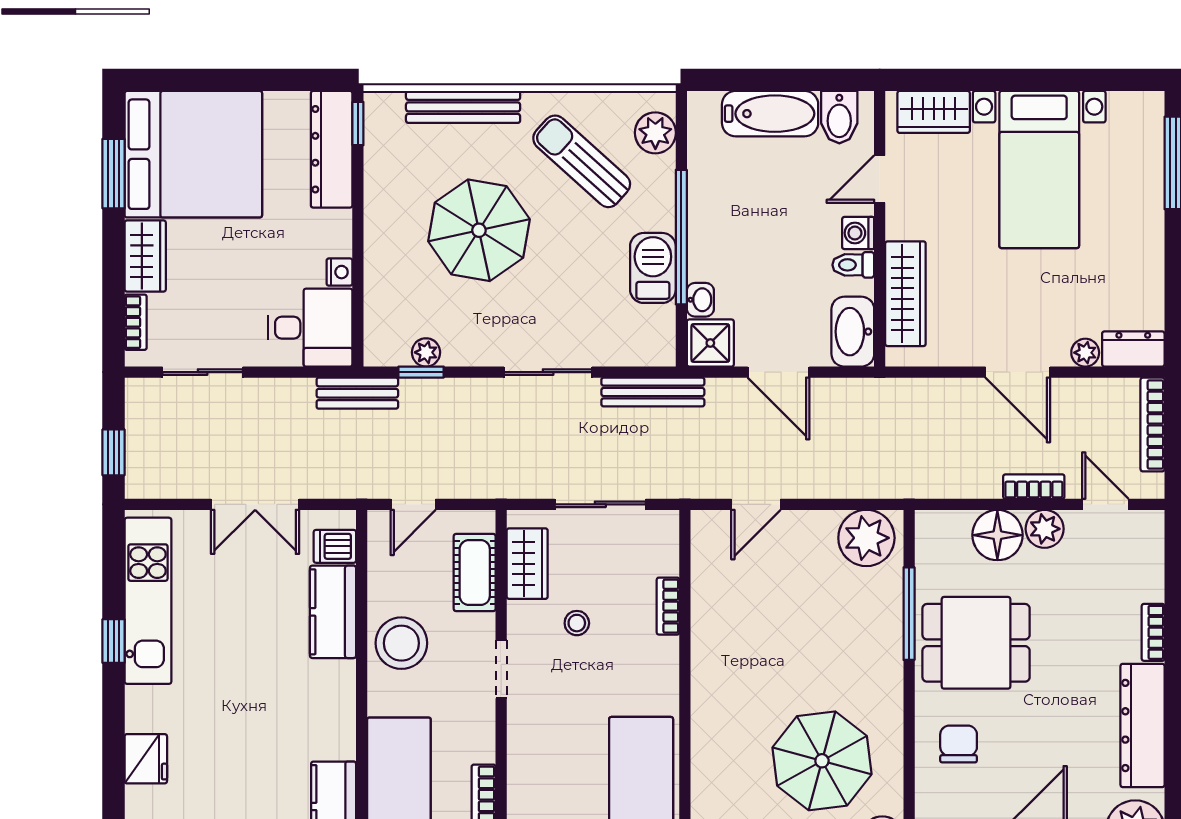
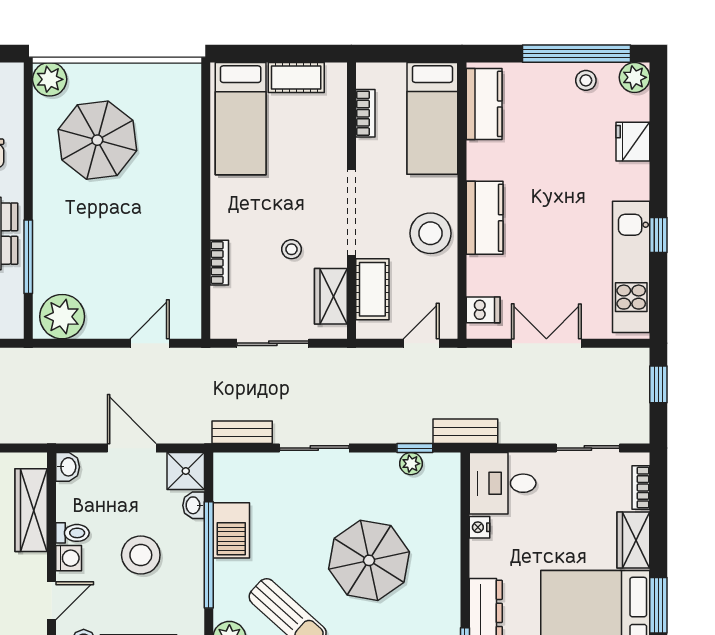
stool: (767, 237) -> (141, 555), added
washbasin: (853, 332) -> (68, 467), width x0.52, depth x0.69
bench: (653, 392) -> (242, 432), width x0.73
kitchen counter: (333, 612) -> (485, 218), moved
doorway: (501, 669) -> (351, 213), width x1.88

